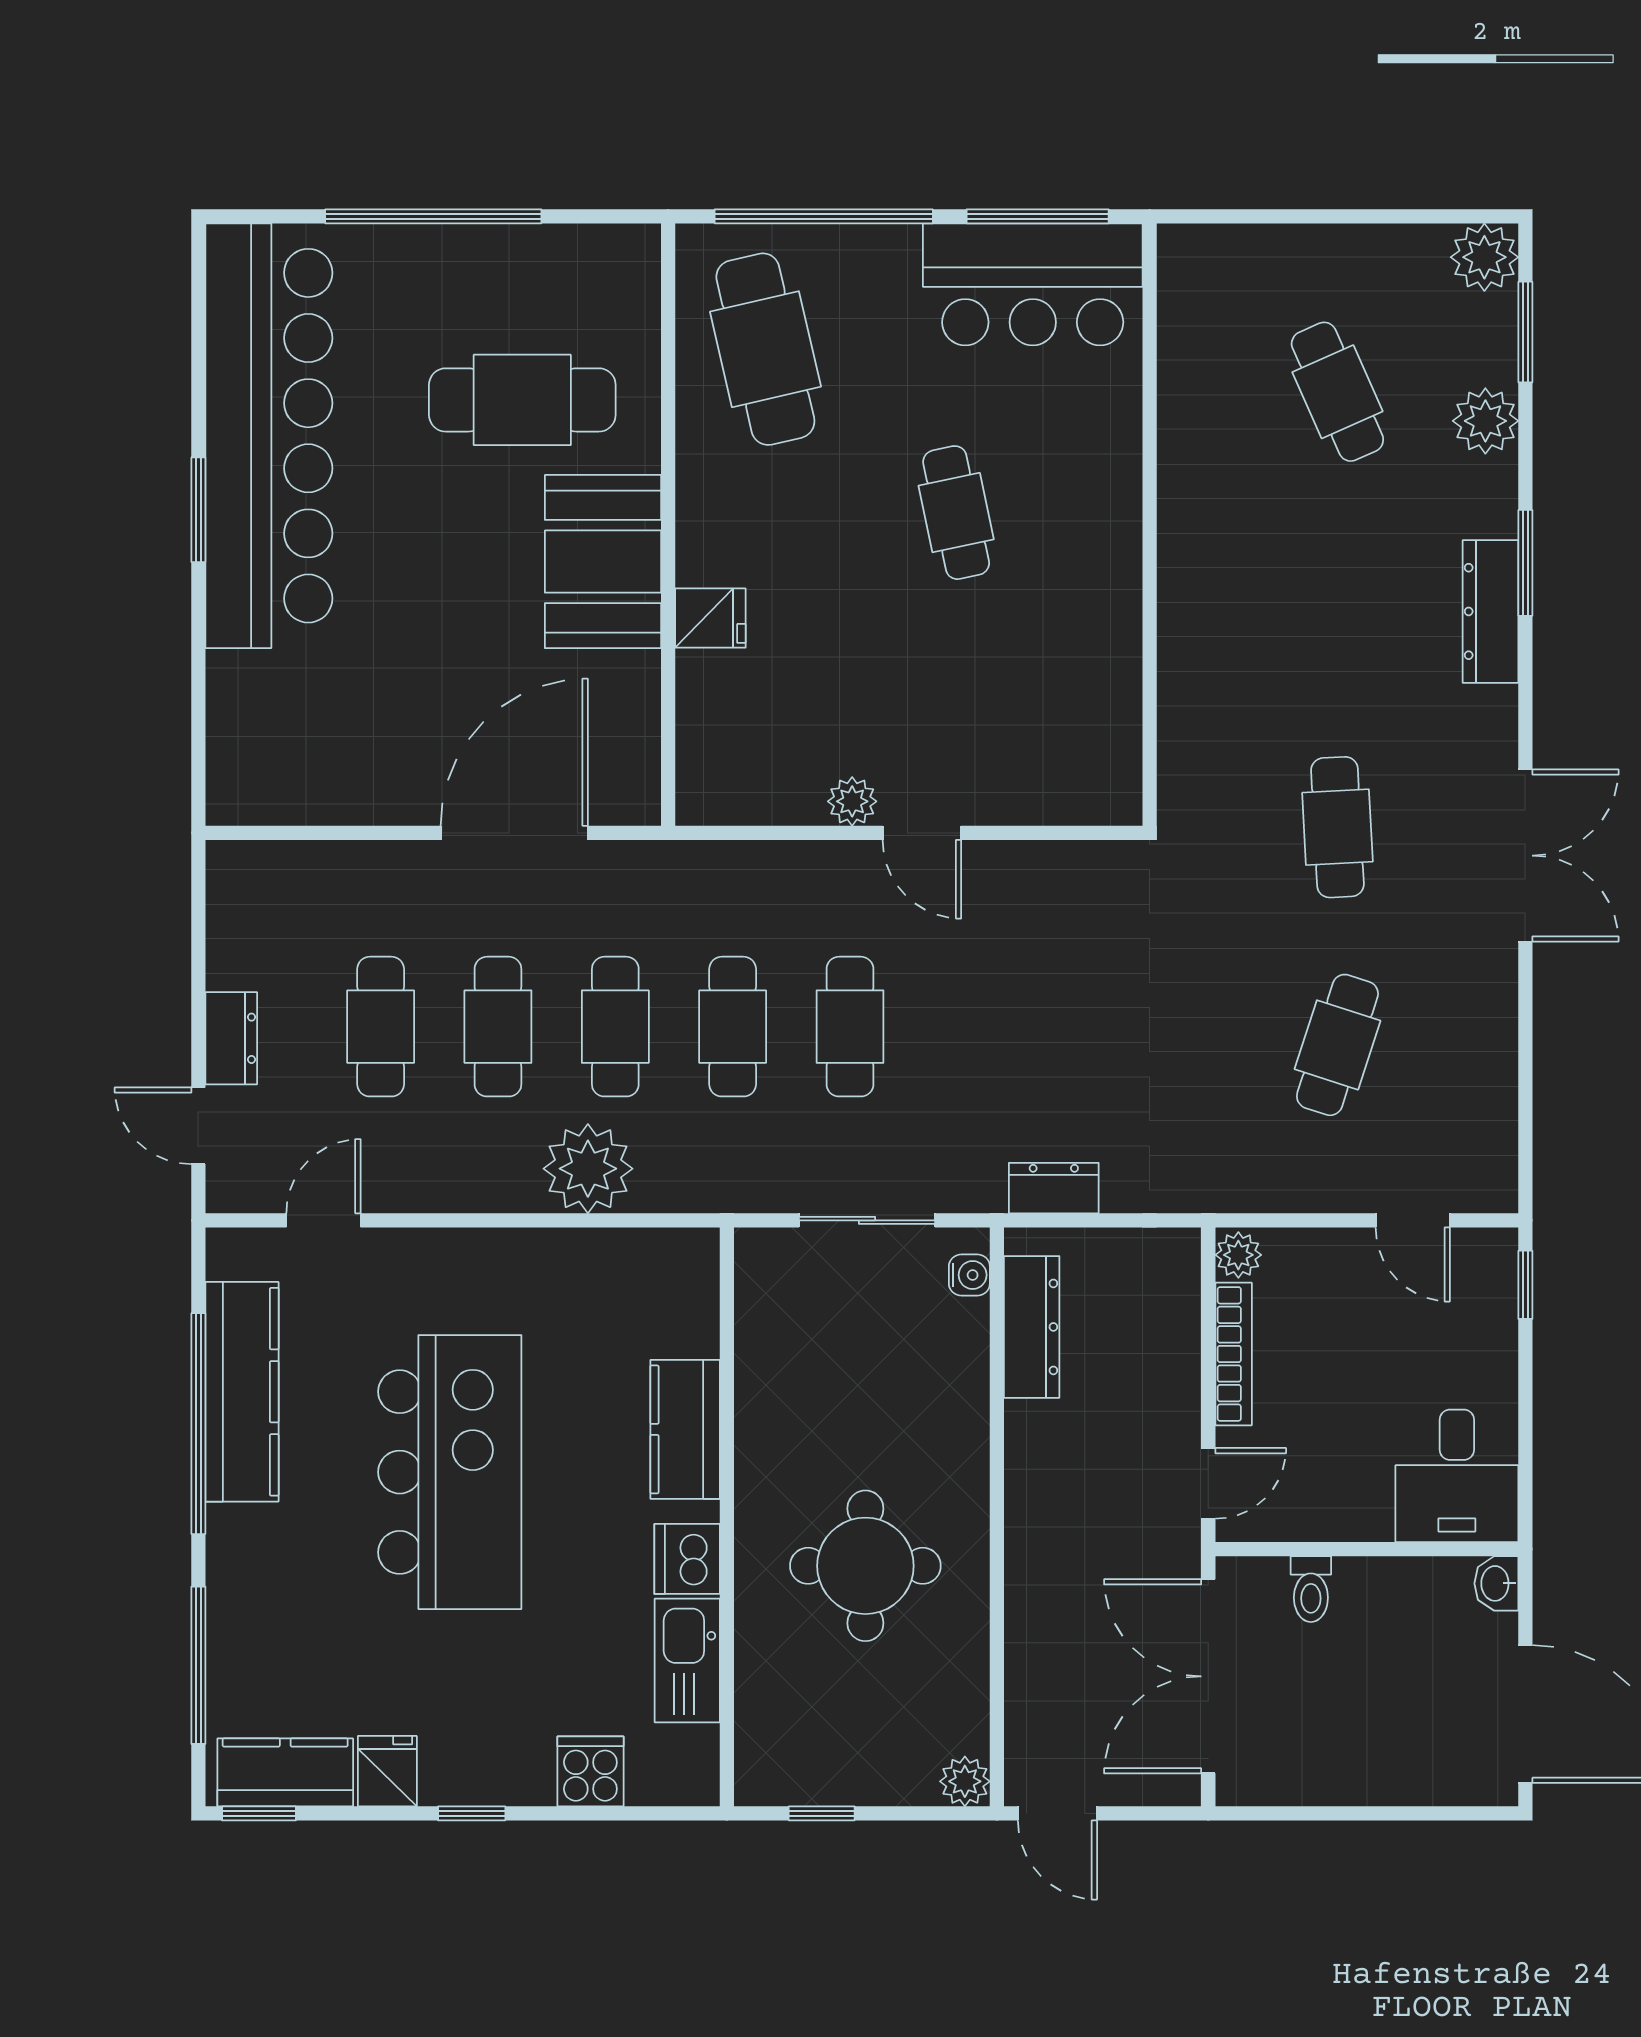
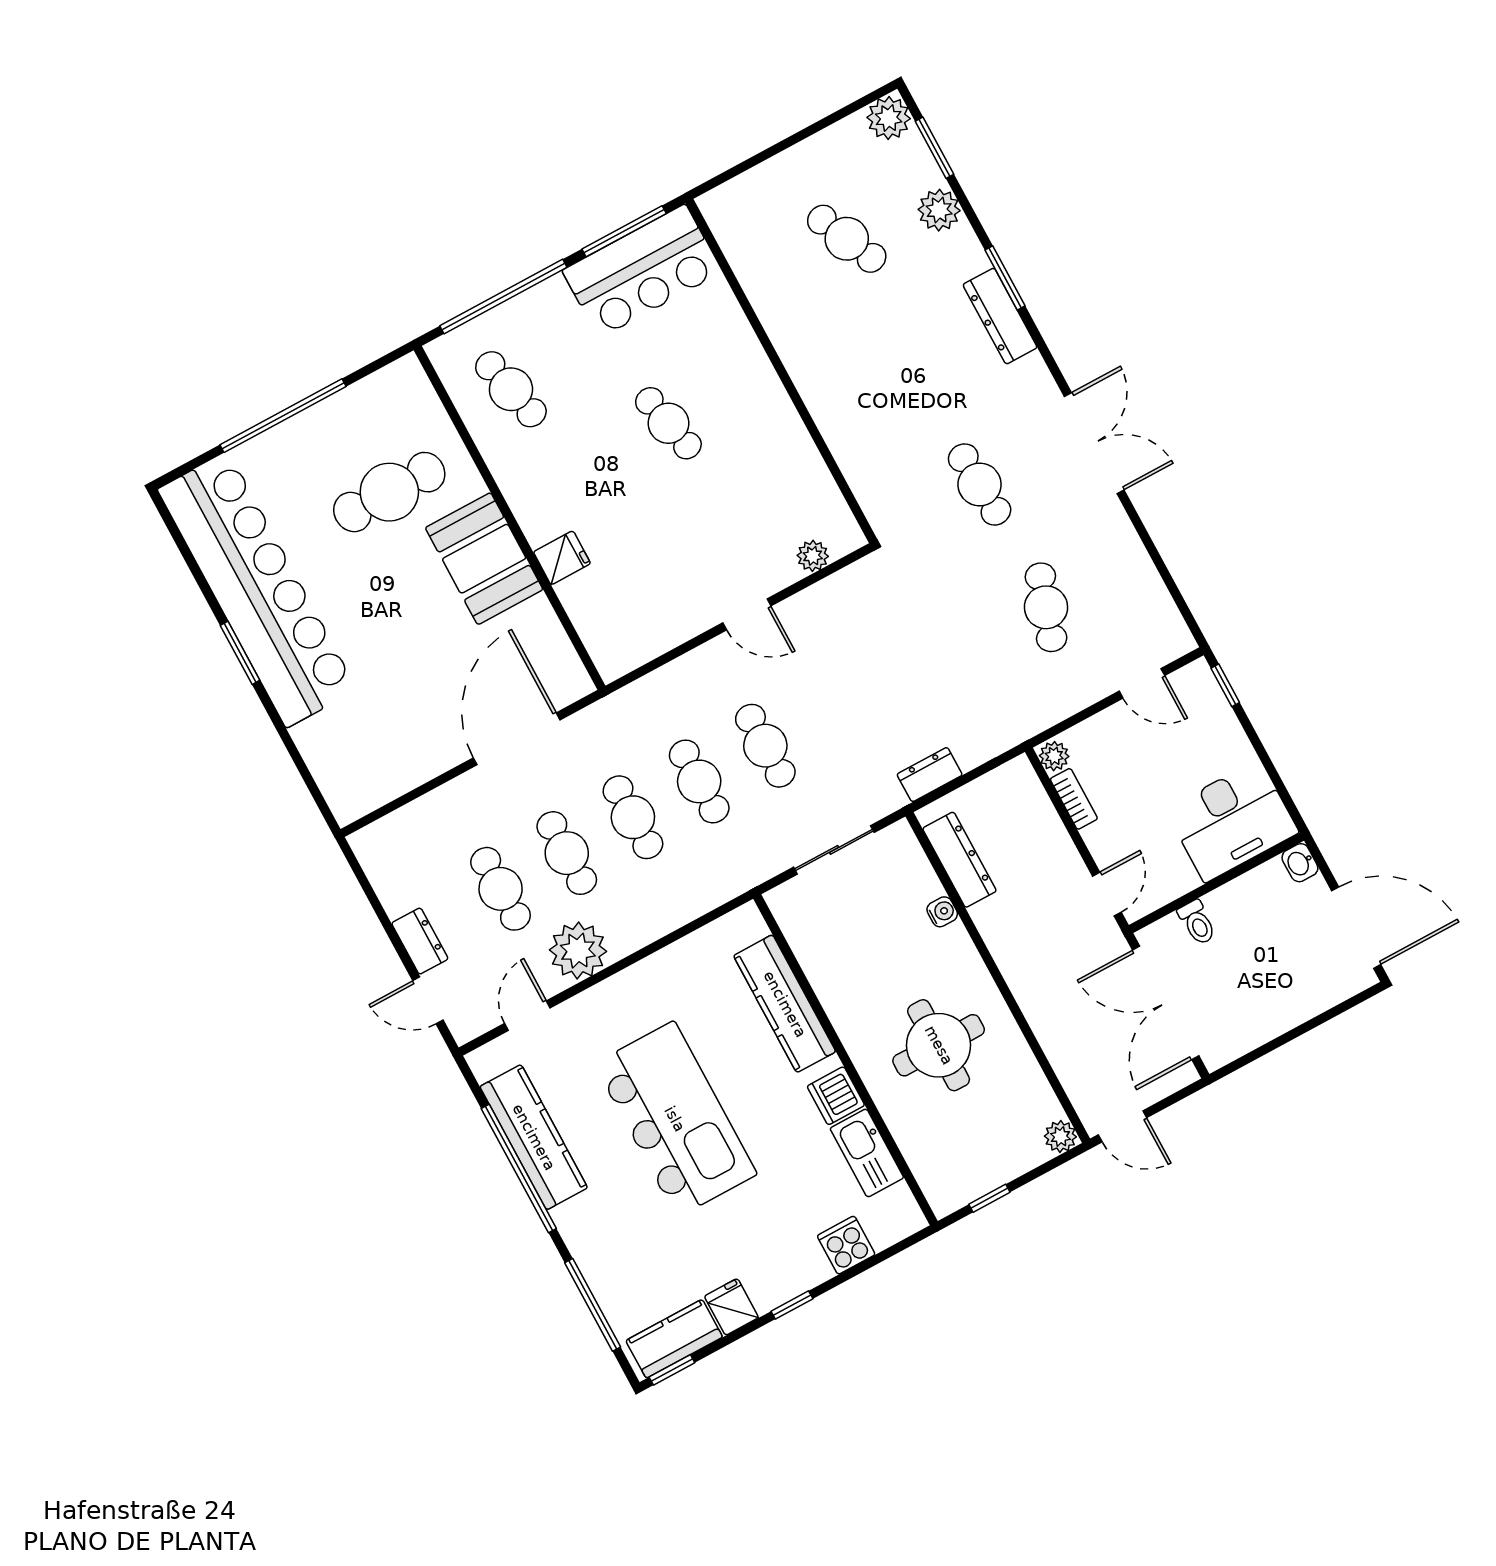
cafe table: (765, 349) -> (511, 389), width x0.73, depth x0.74
plant: (852, 801) -> (813, 556), moved
plant: (588, 1169) -> (578, 951), moved
water cooler: (969, 1275) -> (942, 912), moved
bookcase: (1234, 1354) -> (1074, 799), width x0.64
kitchen counter: (685, 1429) -> (785, 1004), width x1.50
desk: (1457, 1476) -> (1232, 821), width x1.37

